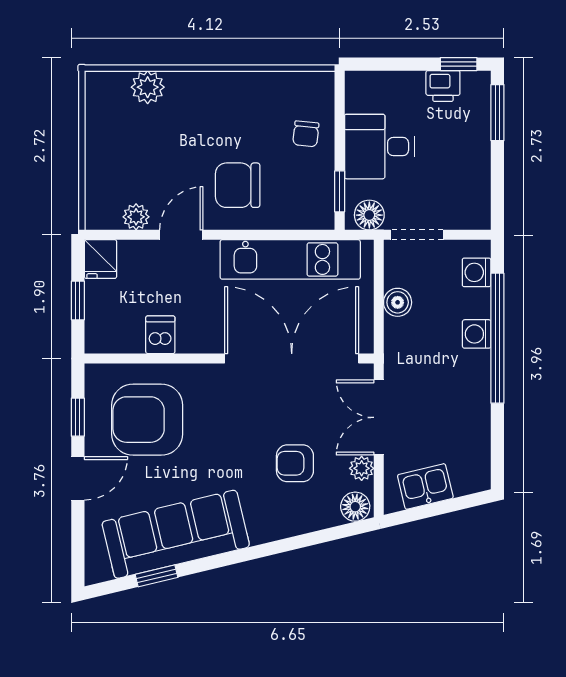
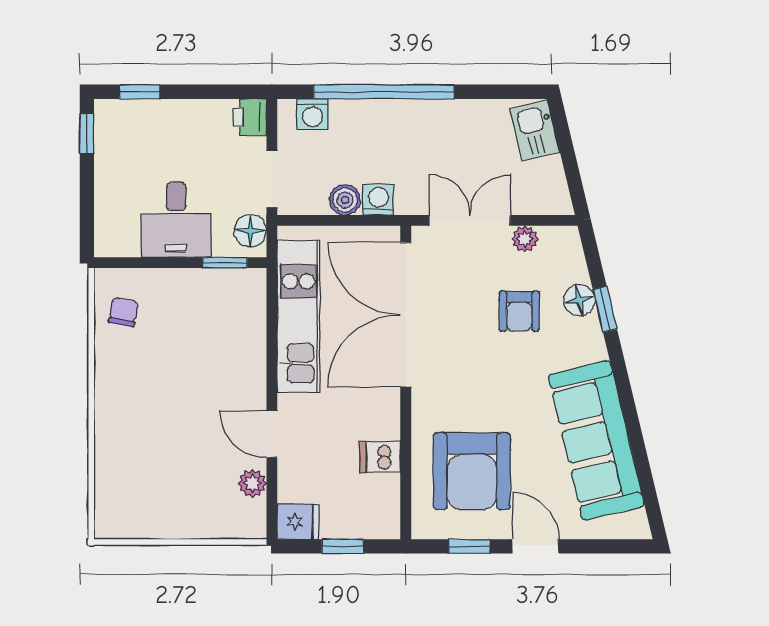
printer: (443, 86) -> (250, 117), moved, turned 180
plant: (148, 87) -> (112, 471), removed
window: (497, 113) -> (139, 92), width x0.67
chair: (306, 134) -> (123, 312), moved, turned -85
chair: (238, 185) -> (218, 373), removed
washing machine: (477, 334) -> (378, 200), moved, turned 180
double door: (379, 417) -> (470, 220), swing flipped
kitchen sink: (425, 486) -> (535, 130), moved
floor lamp: (355, 507) -> (579, 300), moved
window: (156, 576) -> (605, 309), moved

